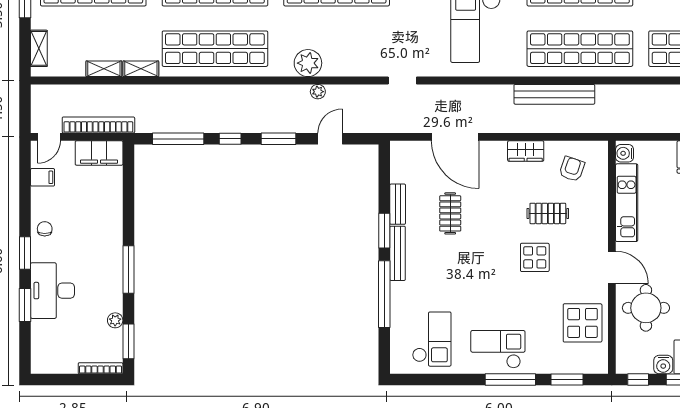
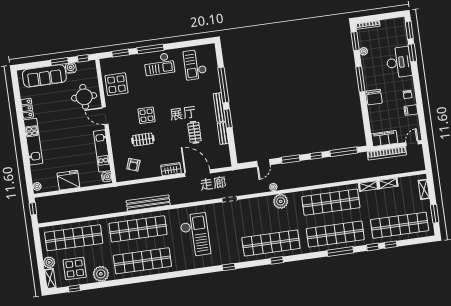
wardrobe: (526, 151) -> (171, 169), moved
filing cabinet: (43, 177) -> (411, 110), moved
chair: (107, 233) -> (374, 97), added
window: (25, 253) -> (409, 30), moved

